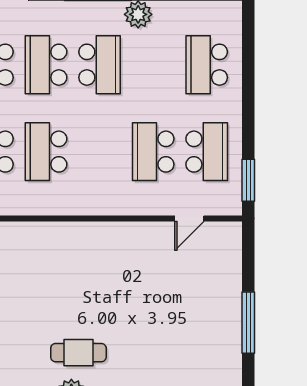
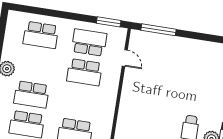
school desk: (100, 65) -> (32, 94), turned 180
window: (248, 323) -> (158, 30), moved

